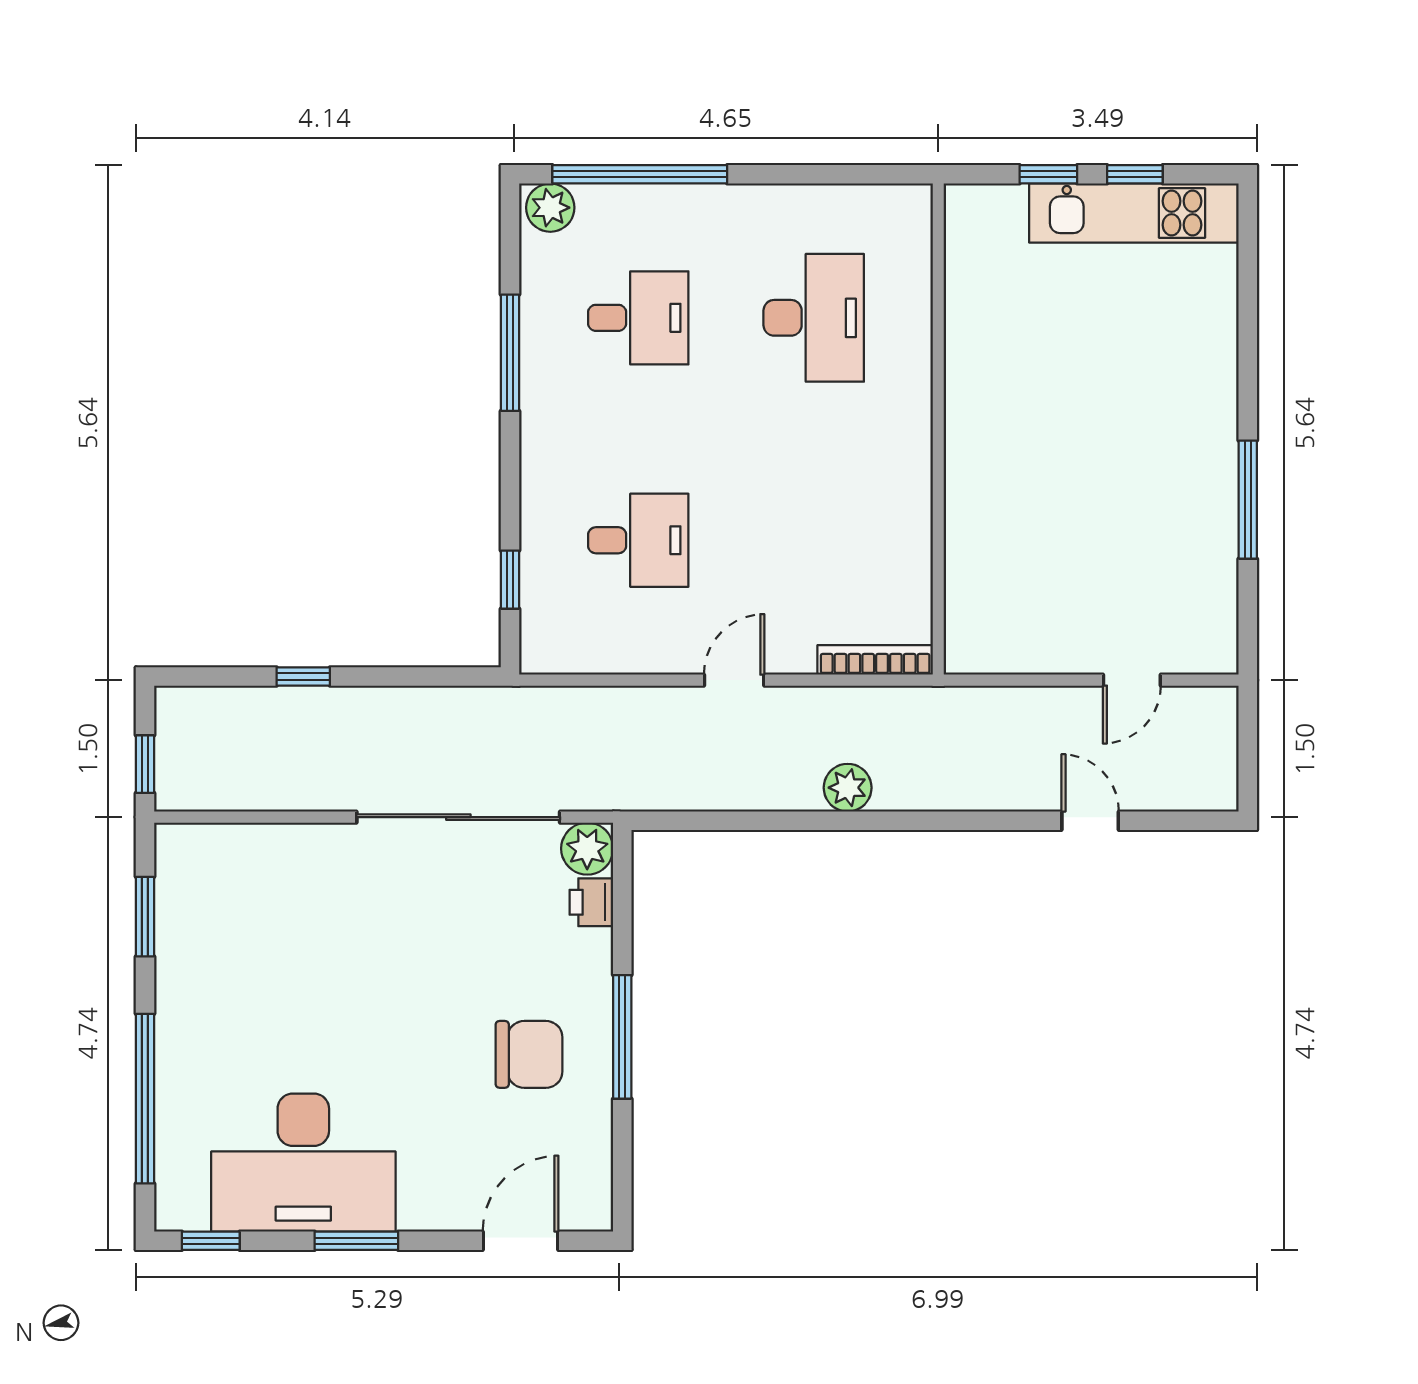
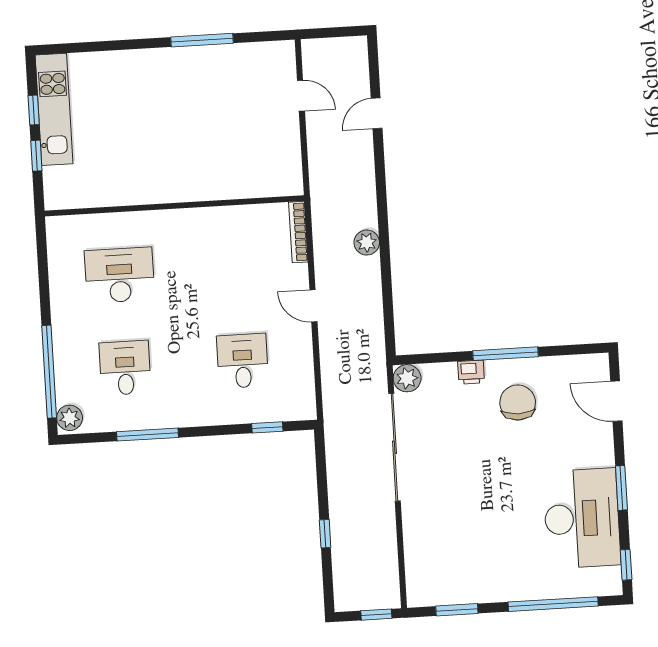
printer: (591, 902) -> (471, 372), moved

